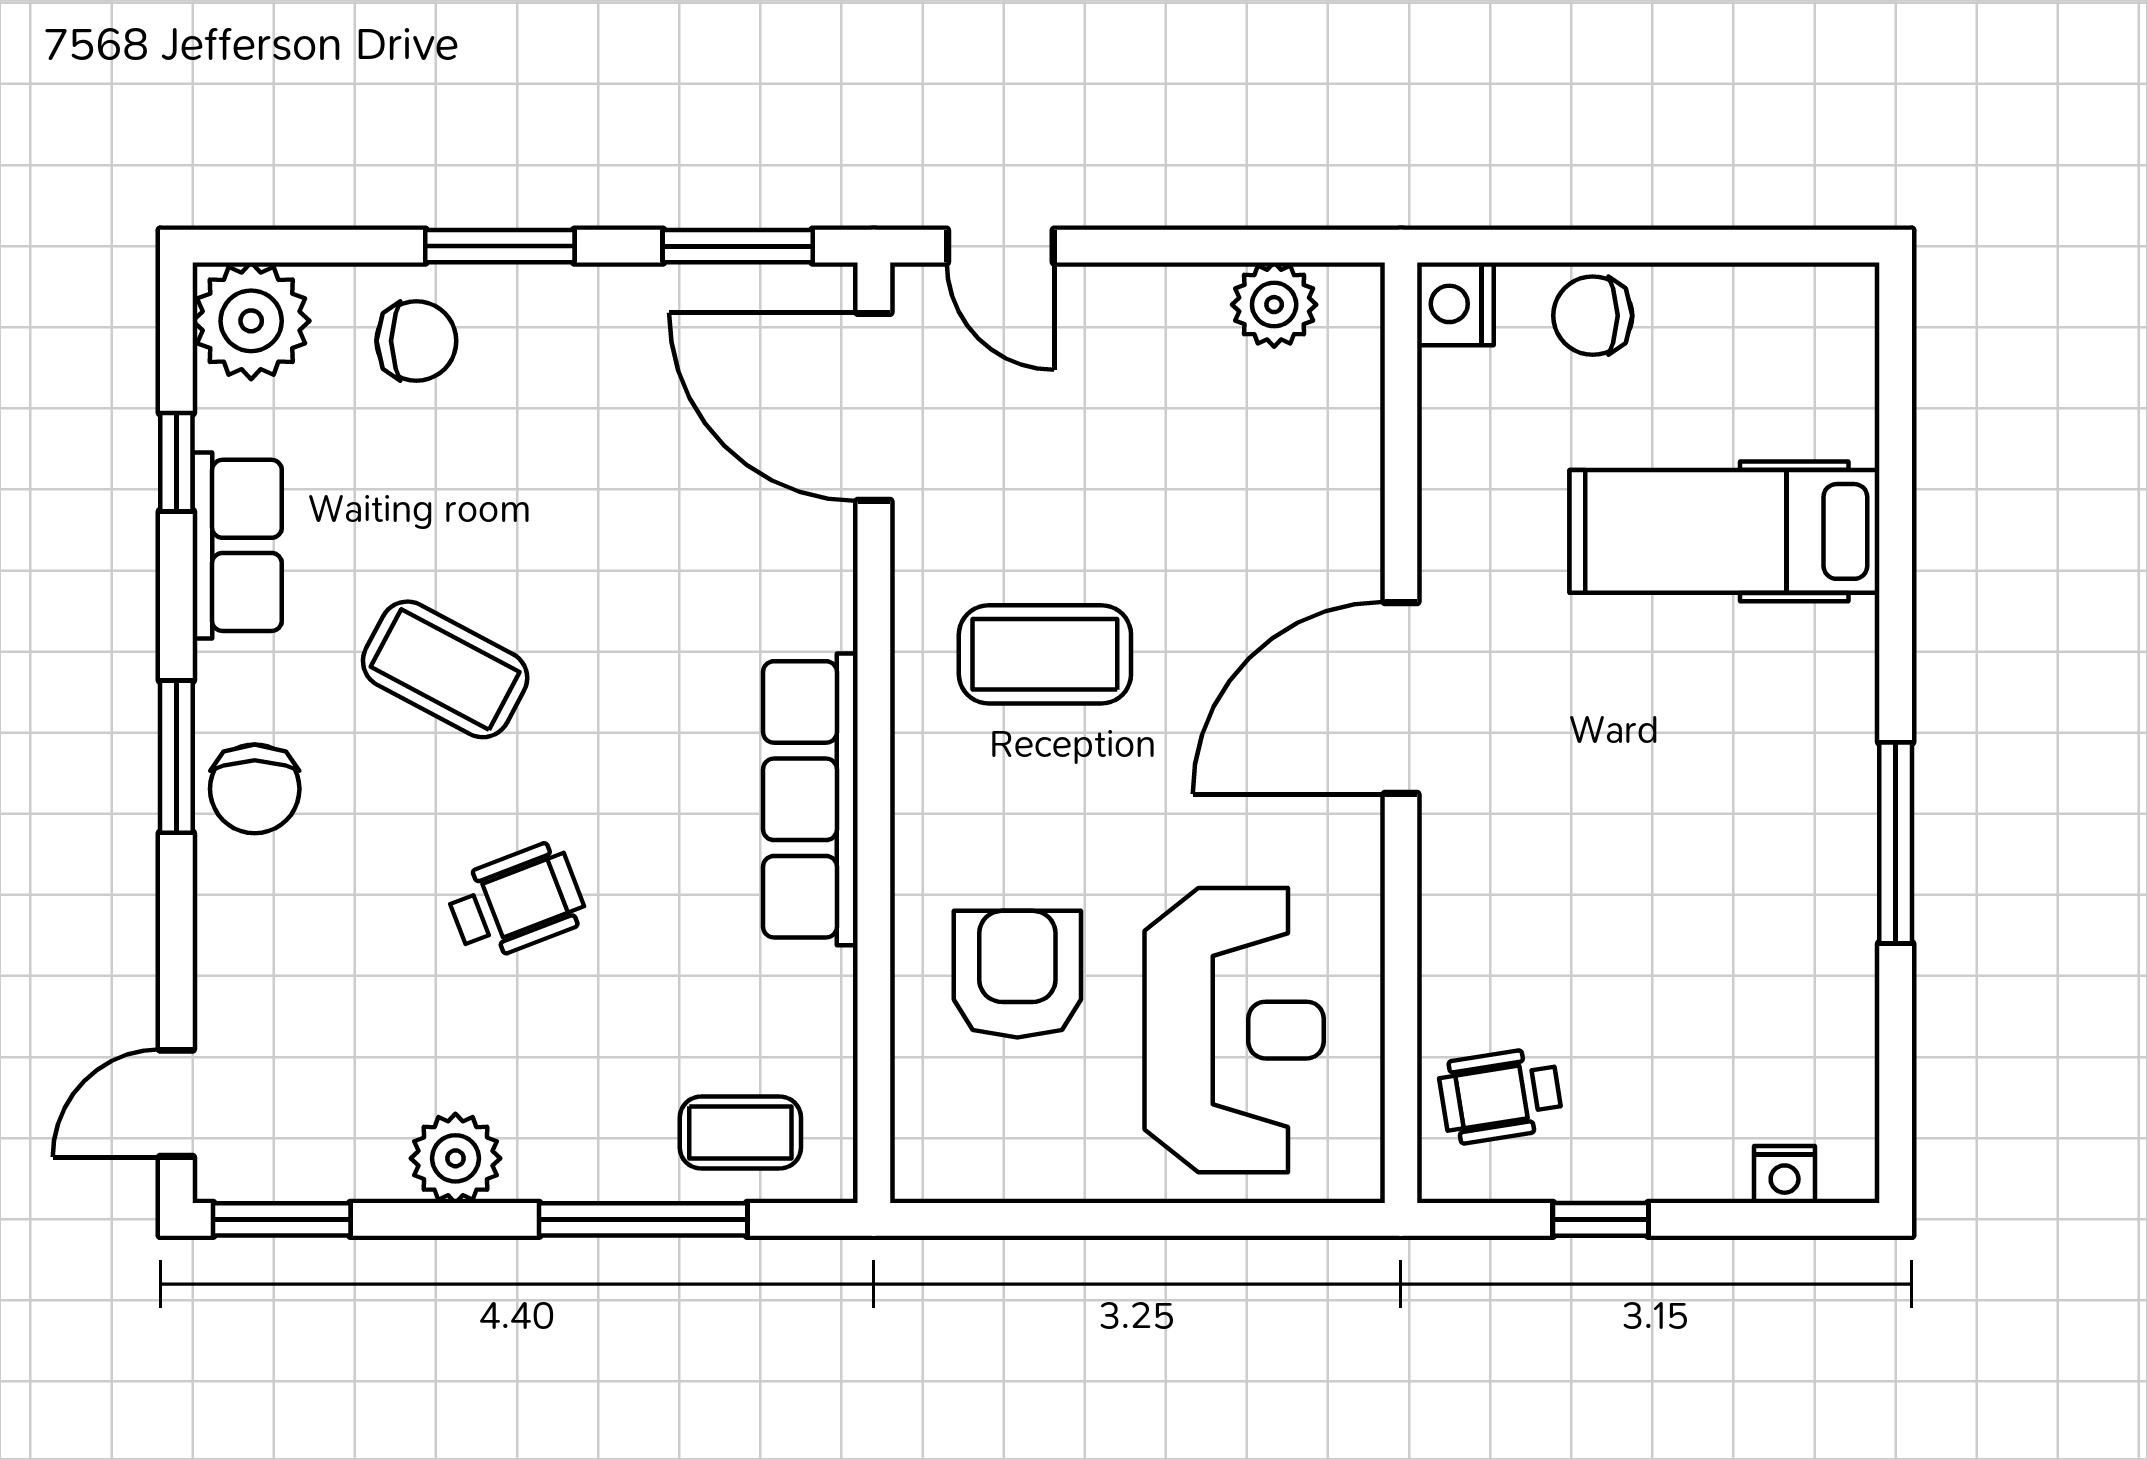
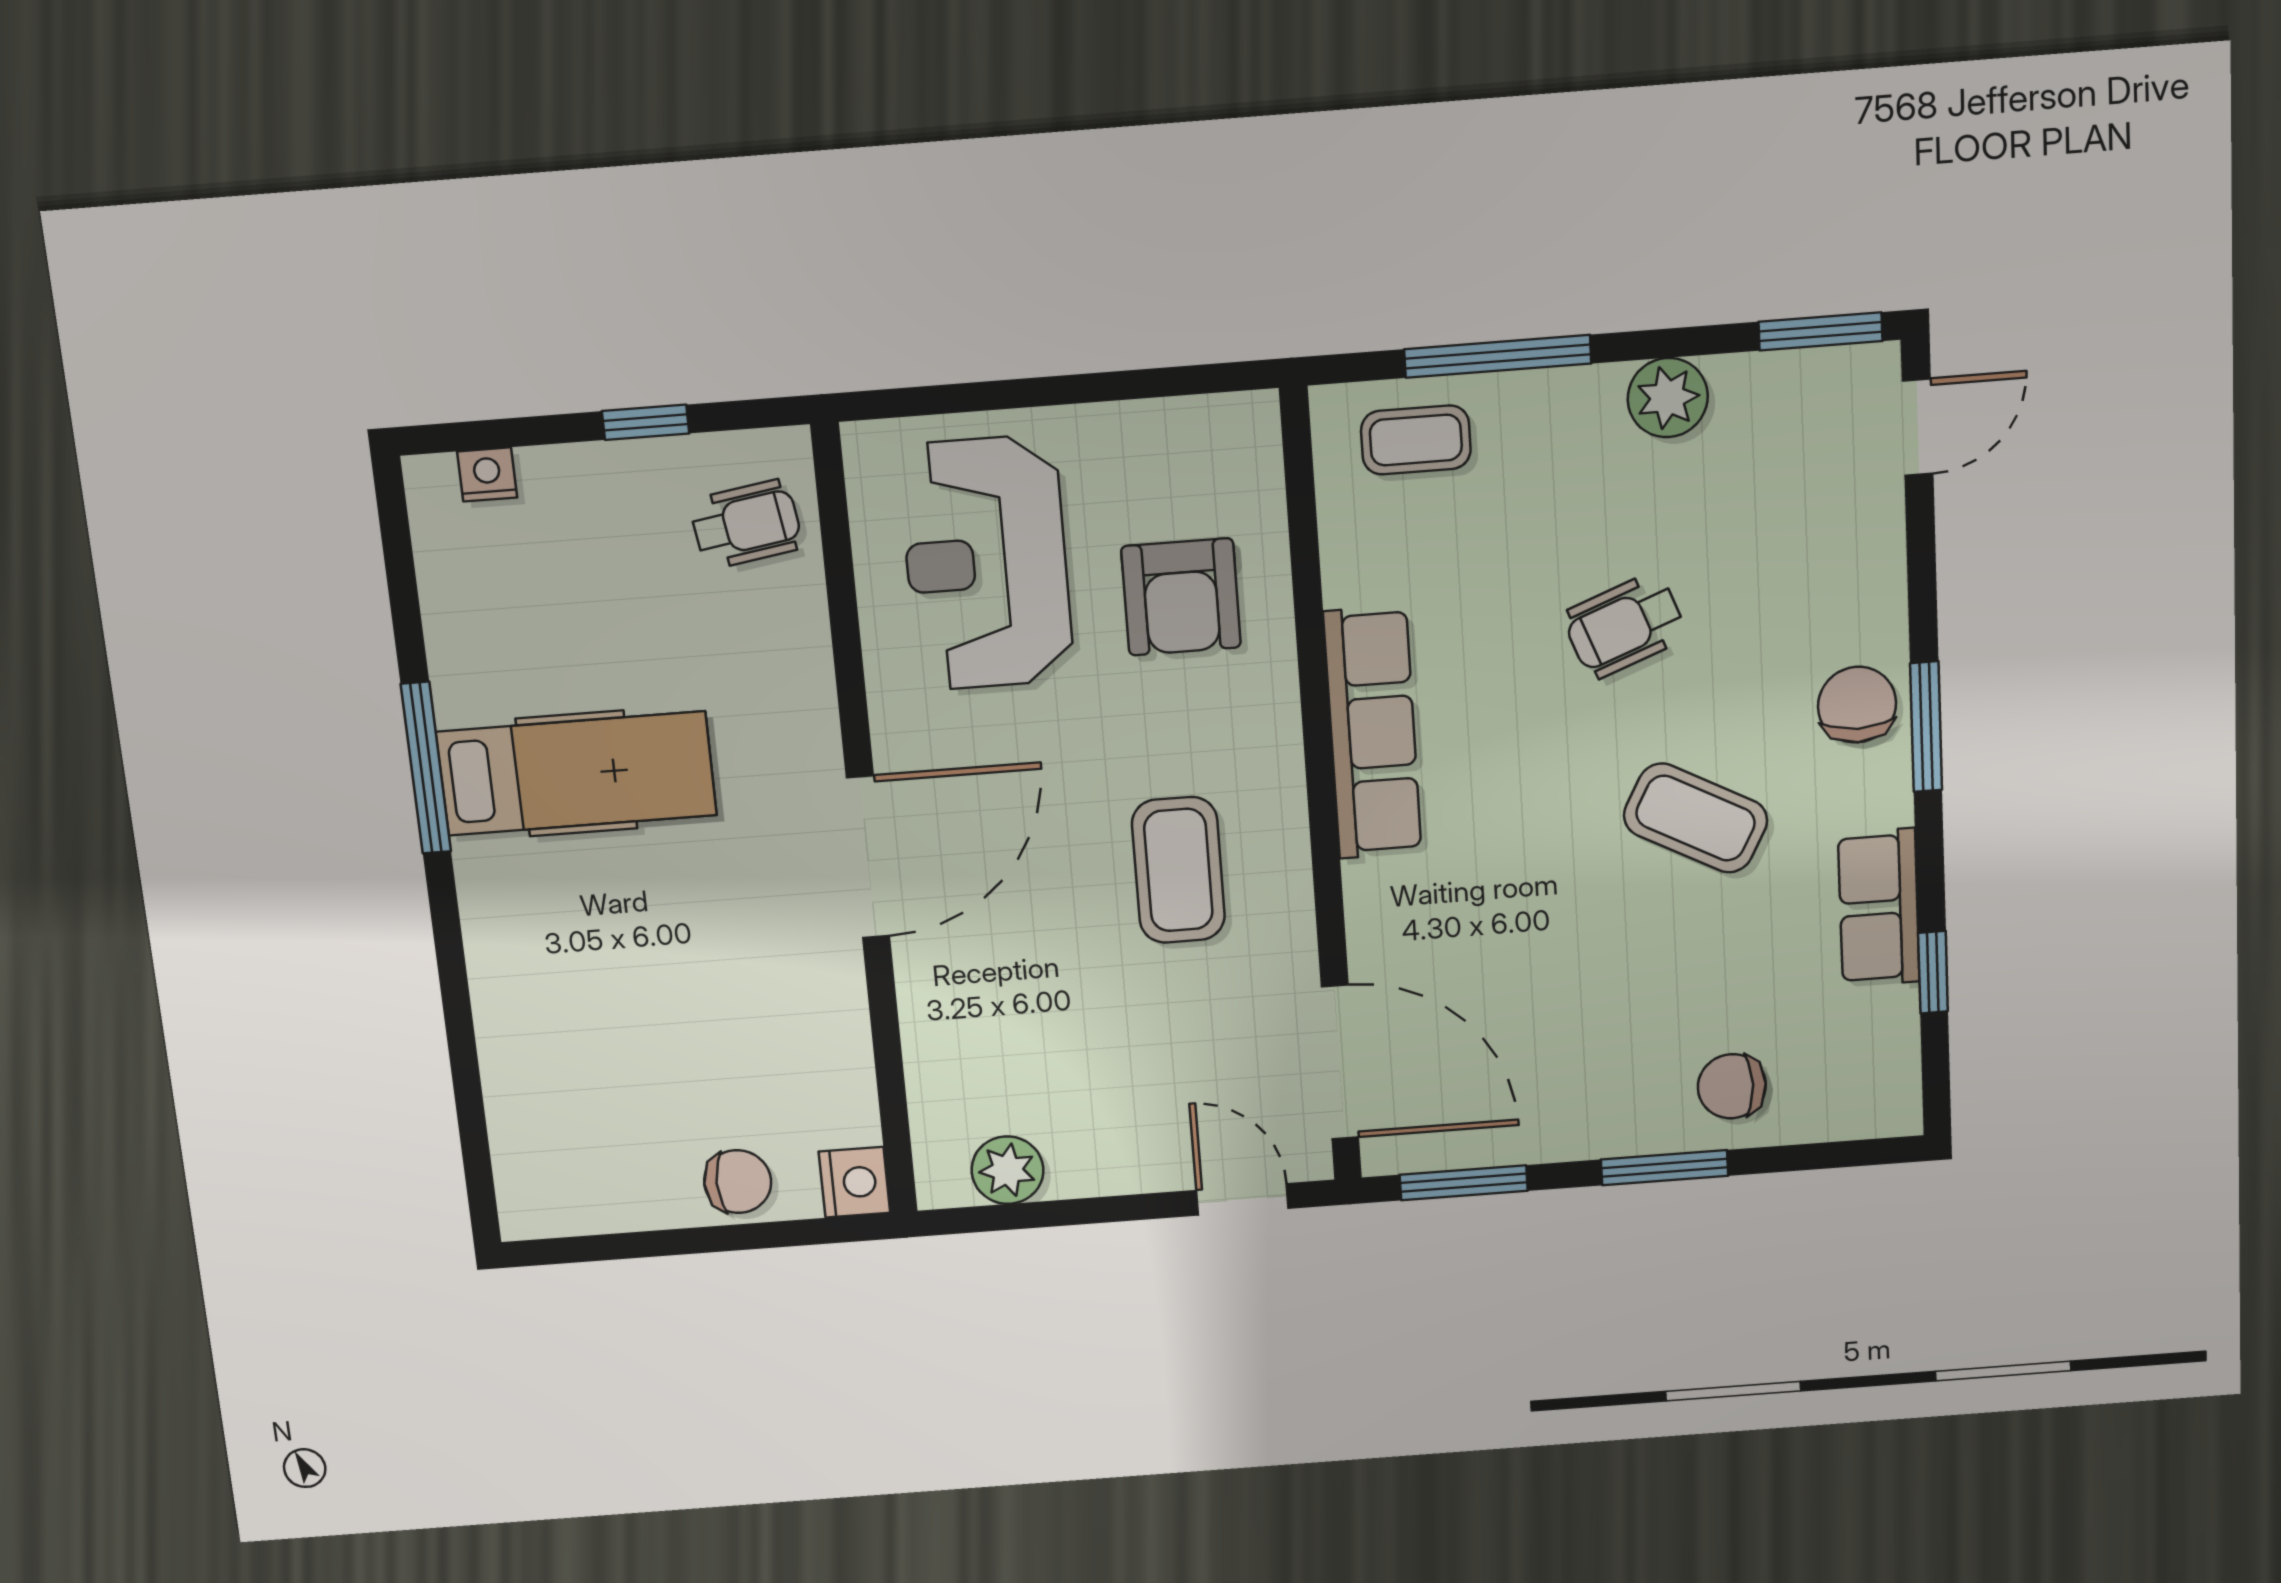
plant: (251, 321) -> (1873, 1092), removed
hospital bed: (1725, 531) -> (577, 773), moved
coffee table: (1045, 654) -> (1178, 870), turned 90

